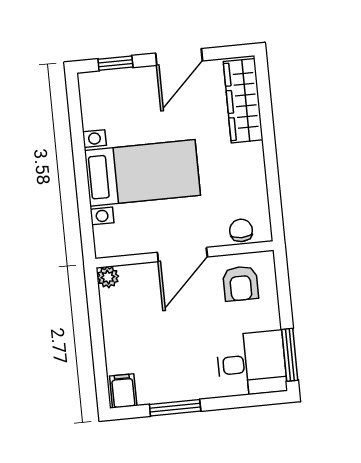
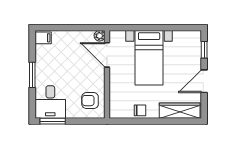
door: (179, 57) -> (204, 81), hinge flipped
chair: (241, 230) -> (140, 110), moved
door: (182, 255) -> (107, 55), moved
window: (175, 408) -> (32, 75), moved

